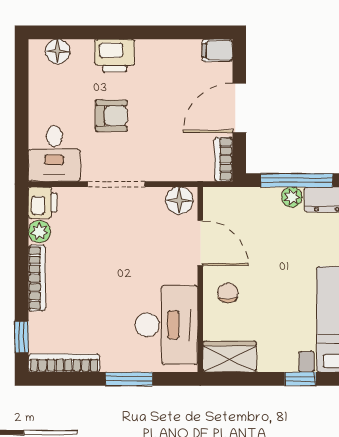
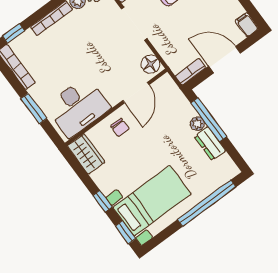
chair: (228, 293) -> (120, 127), turned 90

